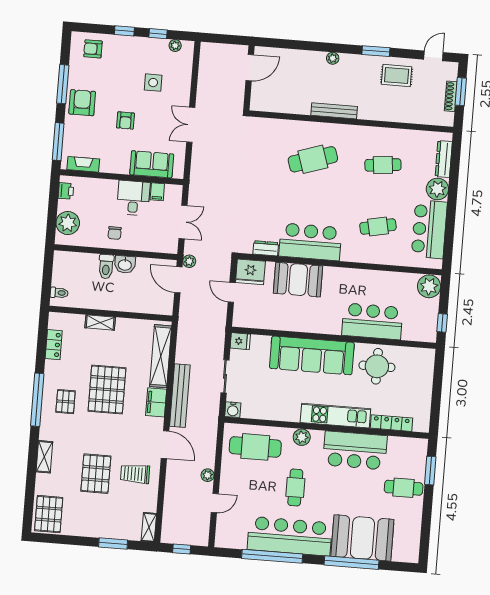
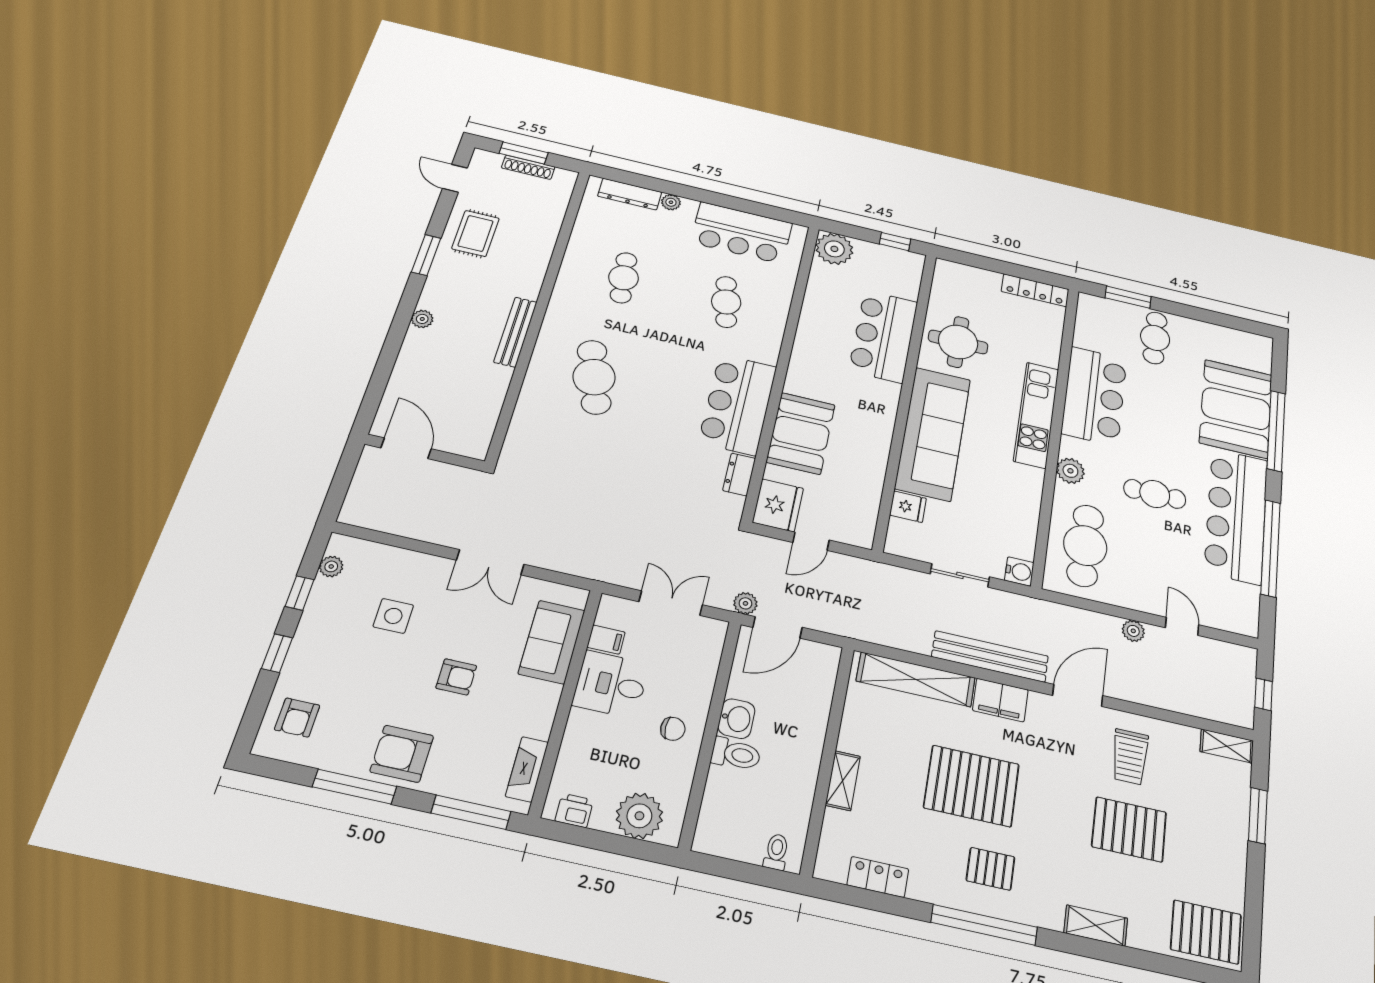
plant: (437, 189) -> (671, 202), width x0.53, depth x0.53
fridge: (240, 341) -> (908, 507), moved, turned 90
locker: (391, 423) -> (1035, 290), moved, turned -90

